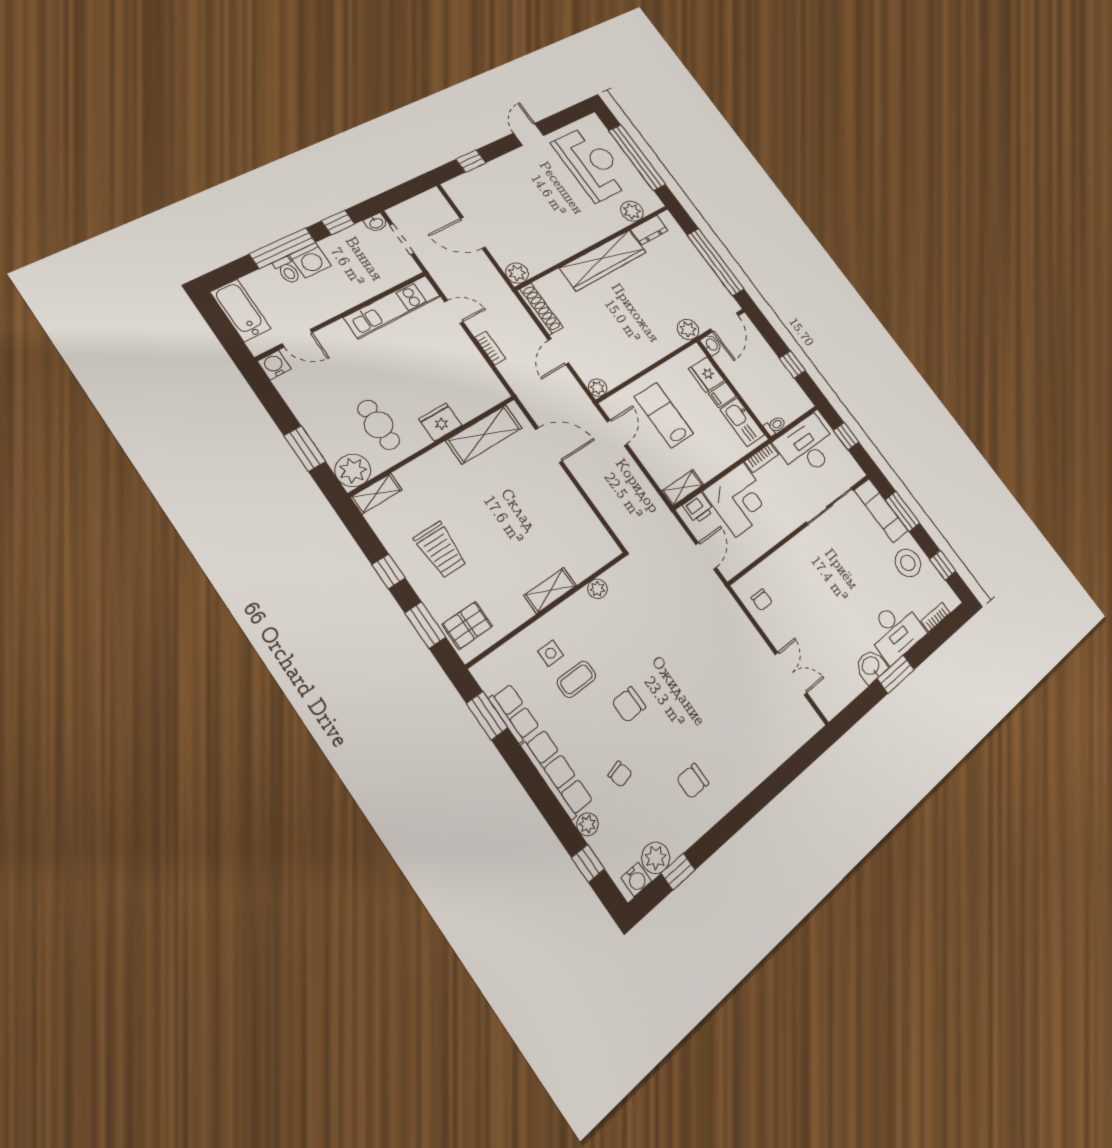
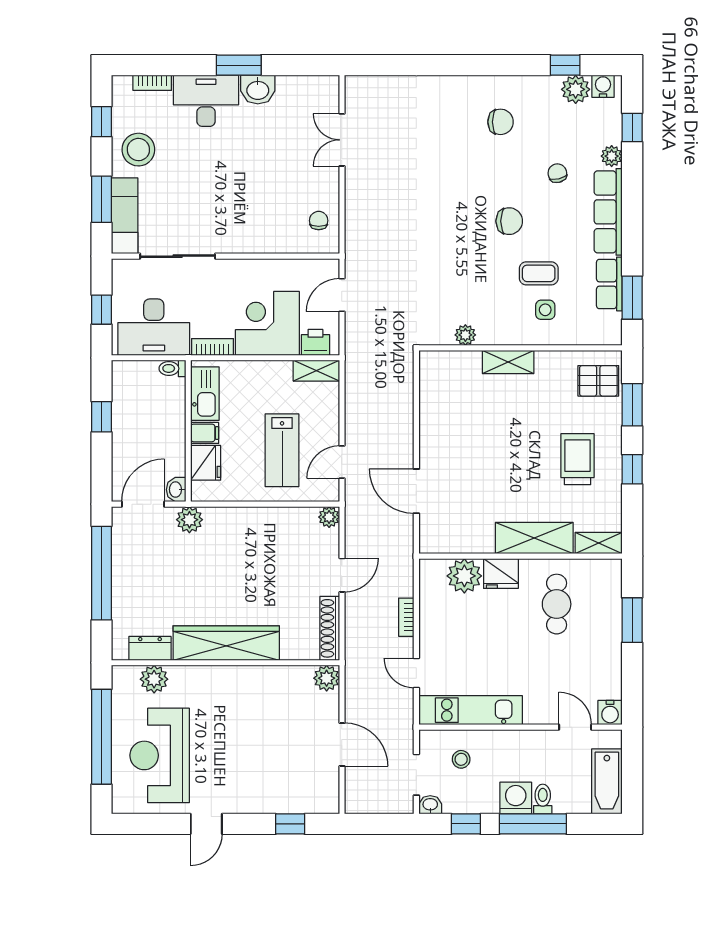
stool: (375, 267) -> (461, 759), added
shelving: (484, 434) -> (534, 538), moved
plant: (353, 470) -> (464, 576), moved

